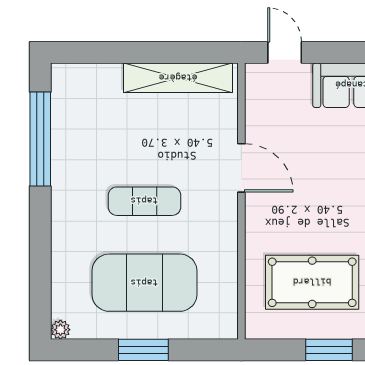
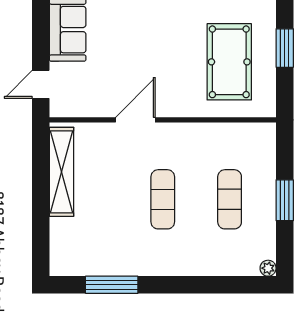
window: (40, 139) -> (112, 285), width x0.68
exercise mat: (144, 283) -> (230, 199), width x0.50, depth x0.69

